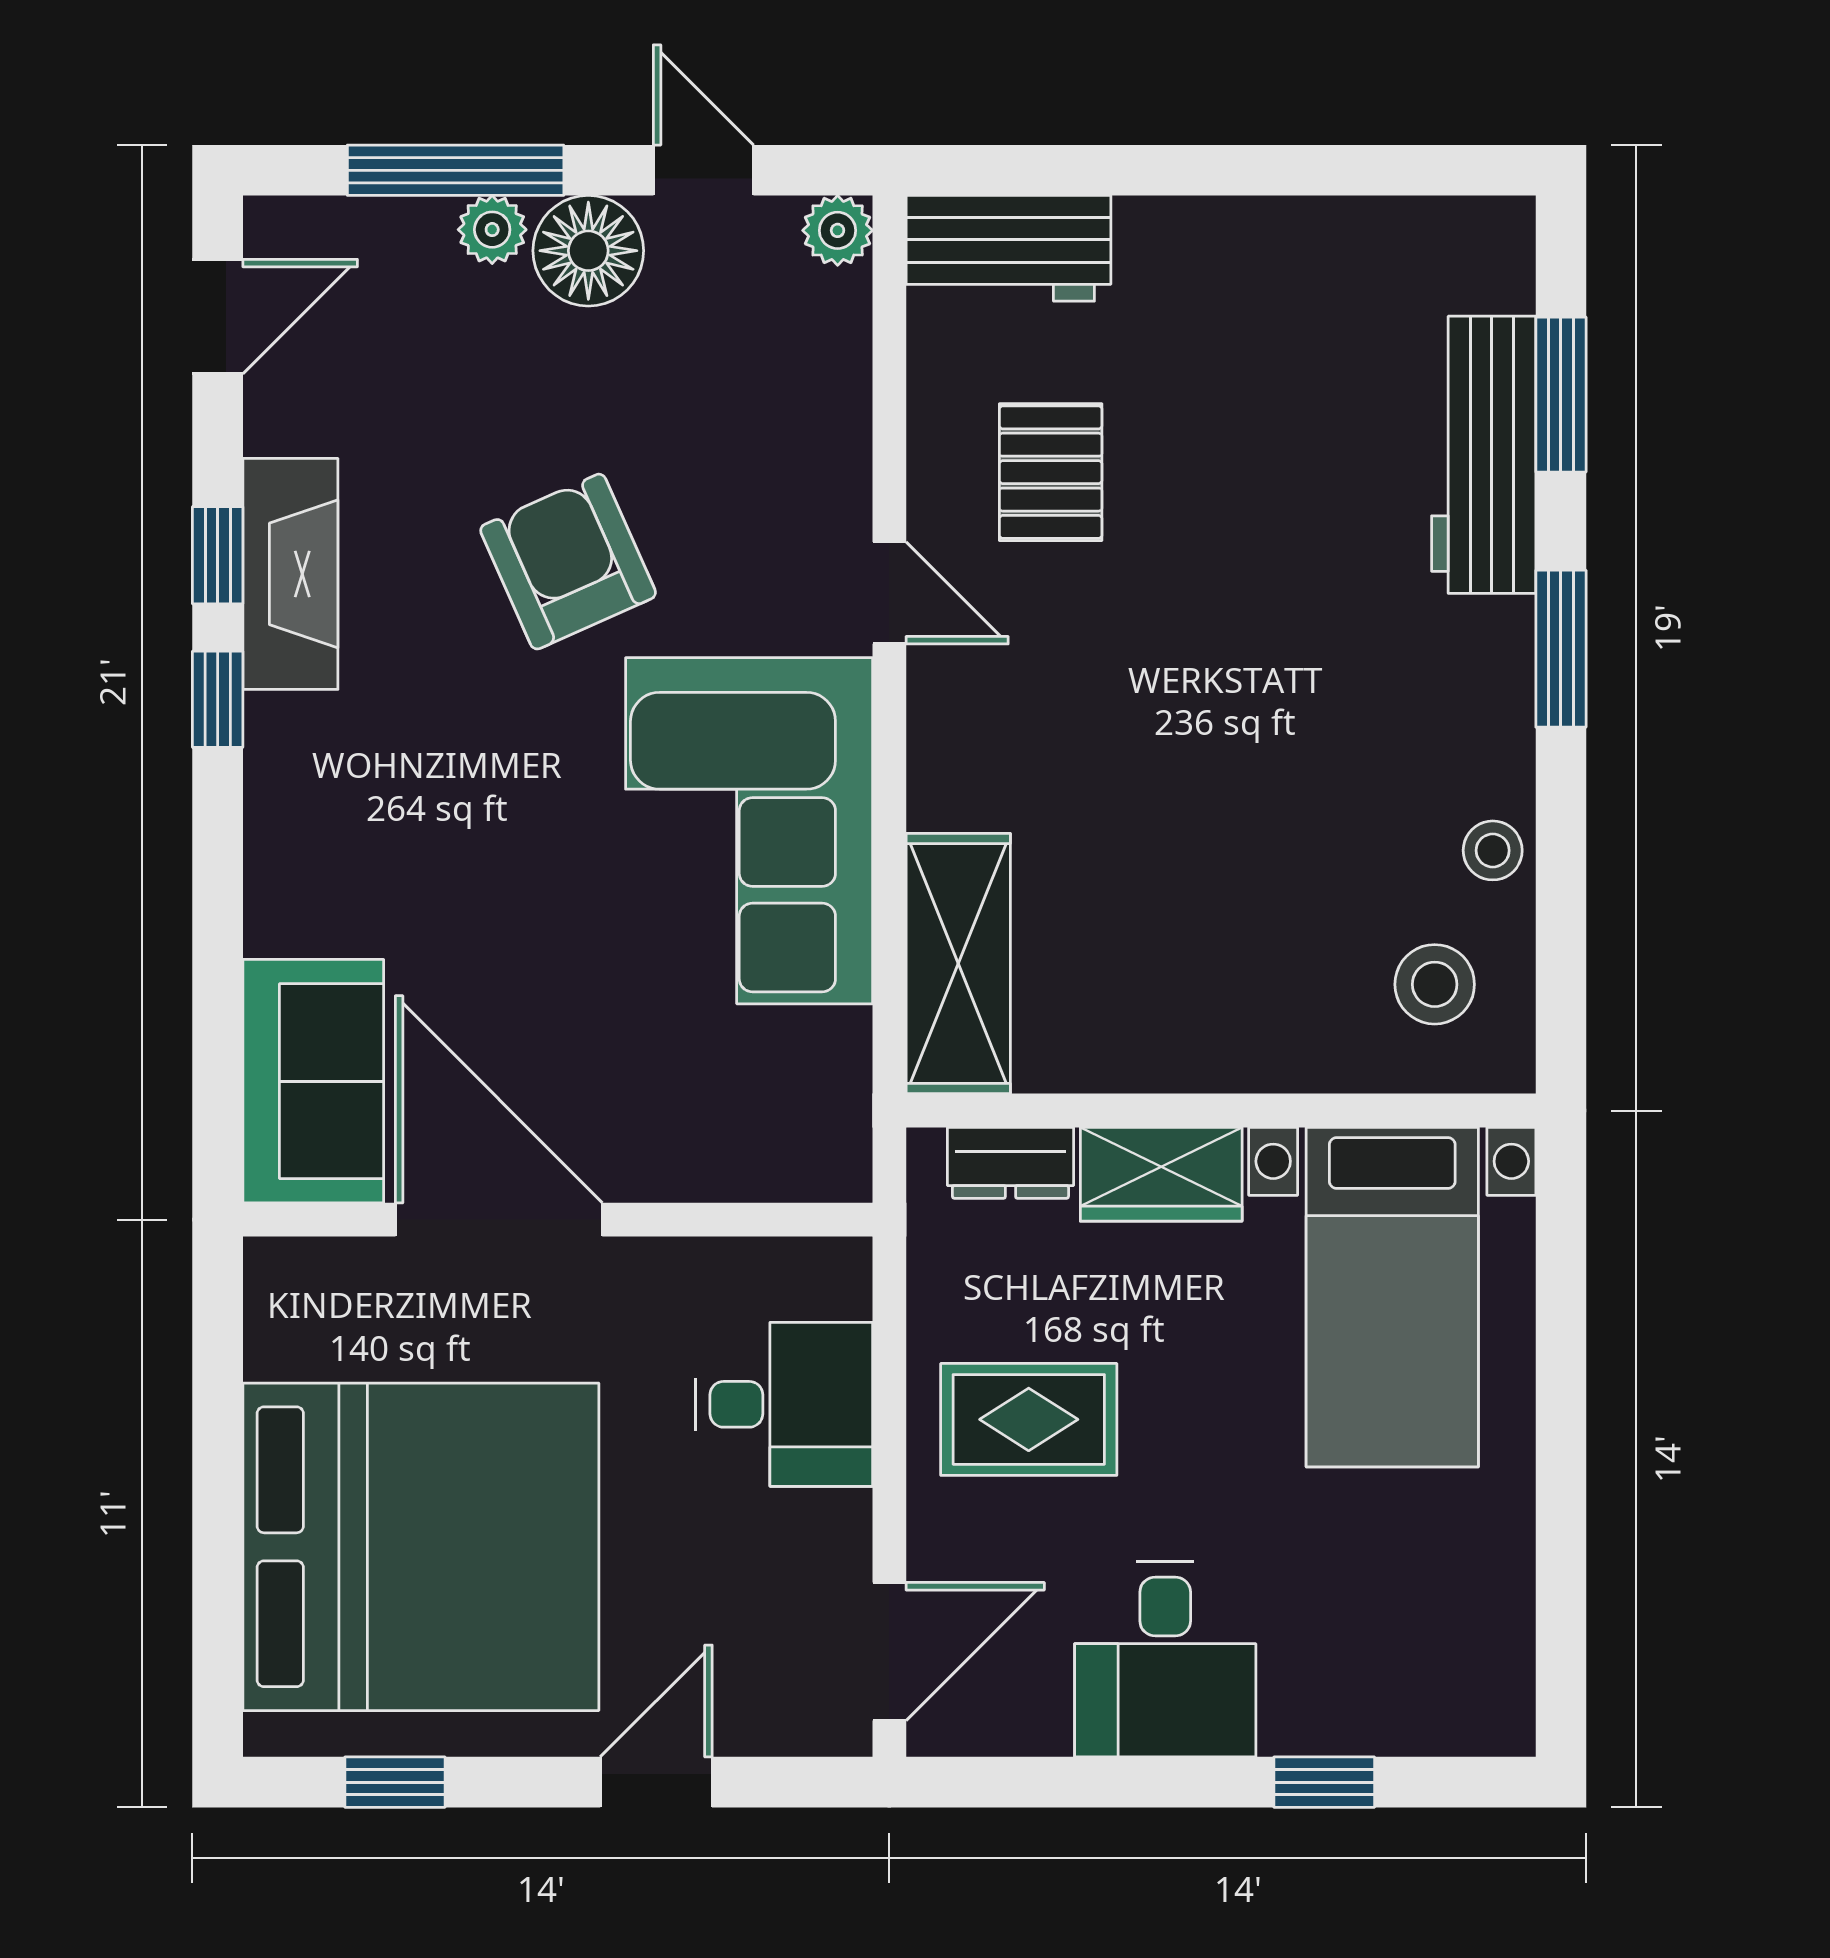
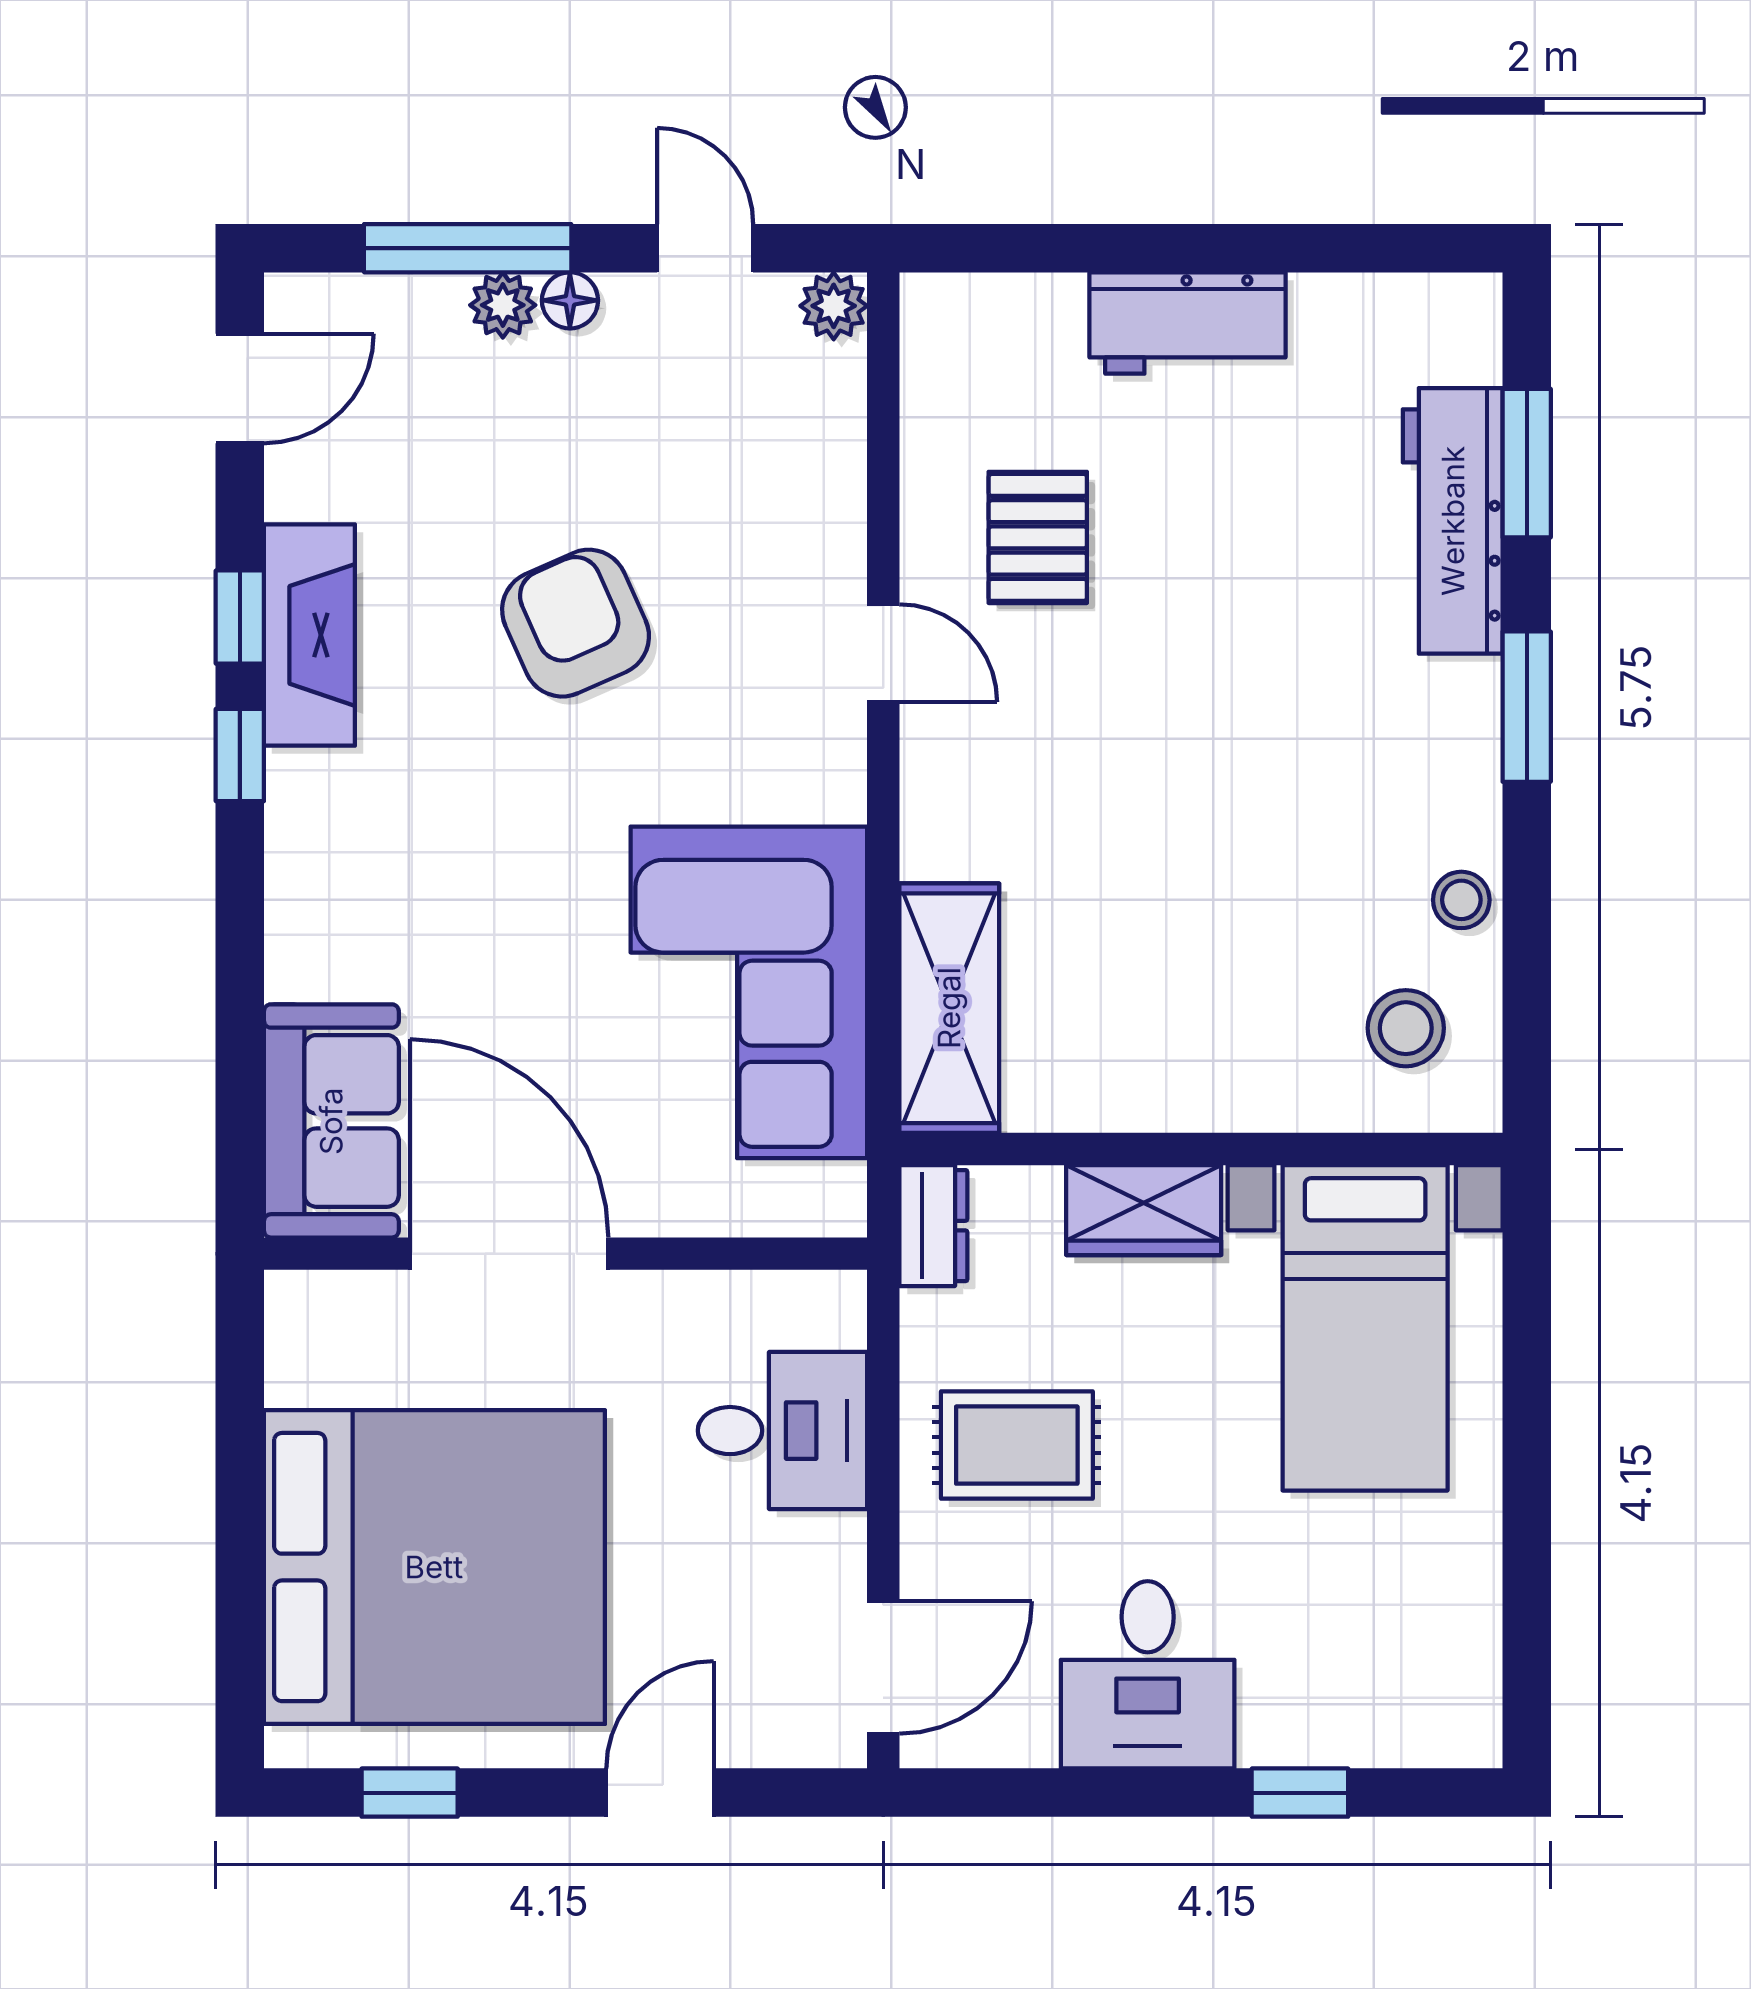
workbench: (1008, 248) -> (1188, 323), moved
floor lamp: (588, 251) -> (570, 300), width x0.53, depth x0.53
corner sofa: (749, 831) -> (749, 992), moved
dresser: (1010, 1163) -> (933, 1226), moved, turned -90

